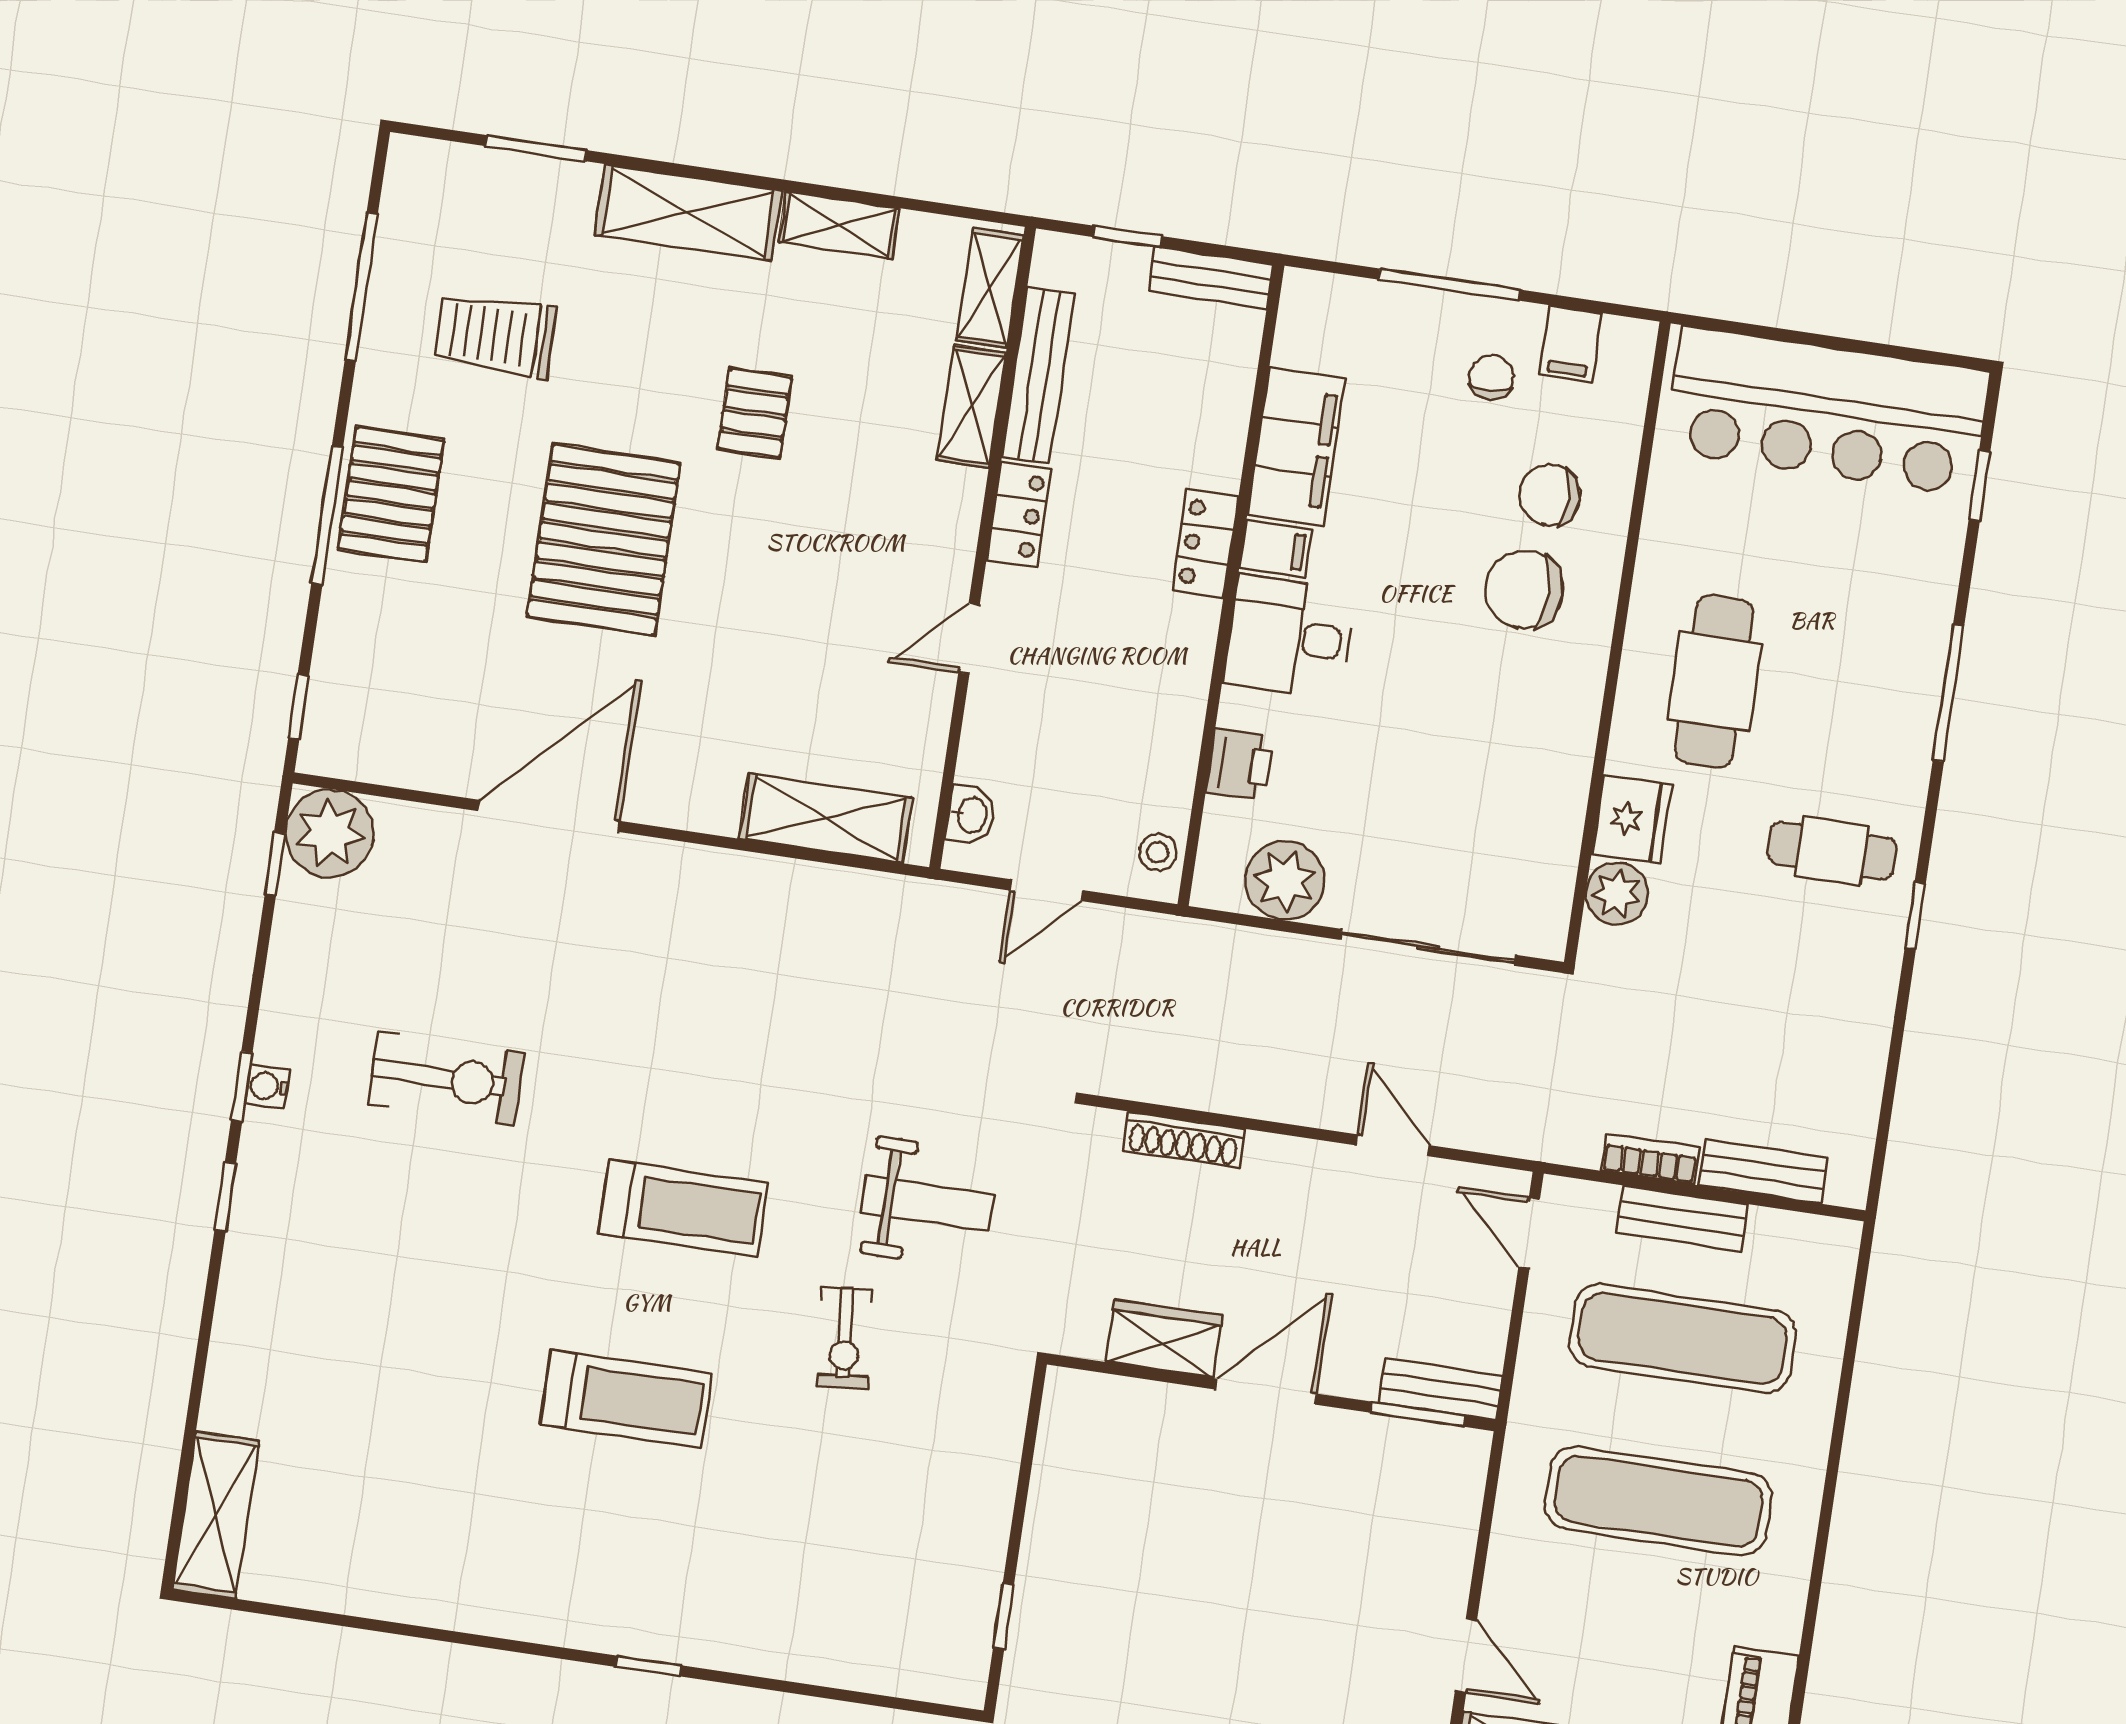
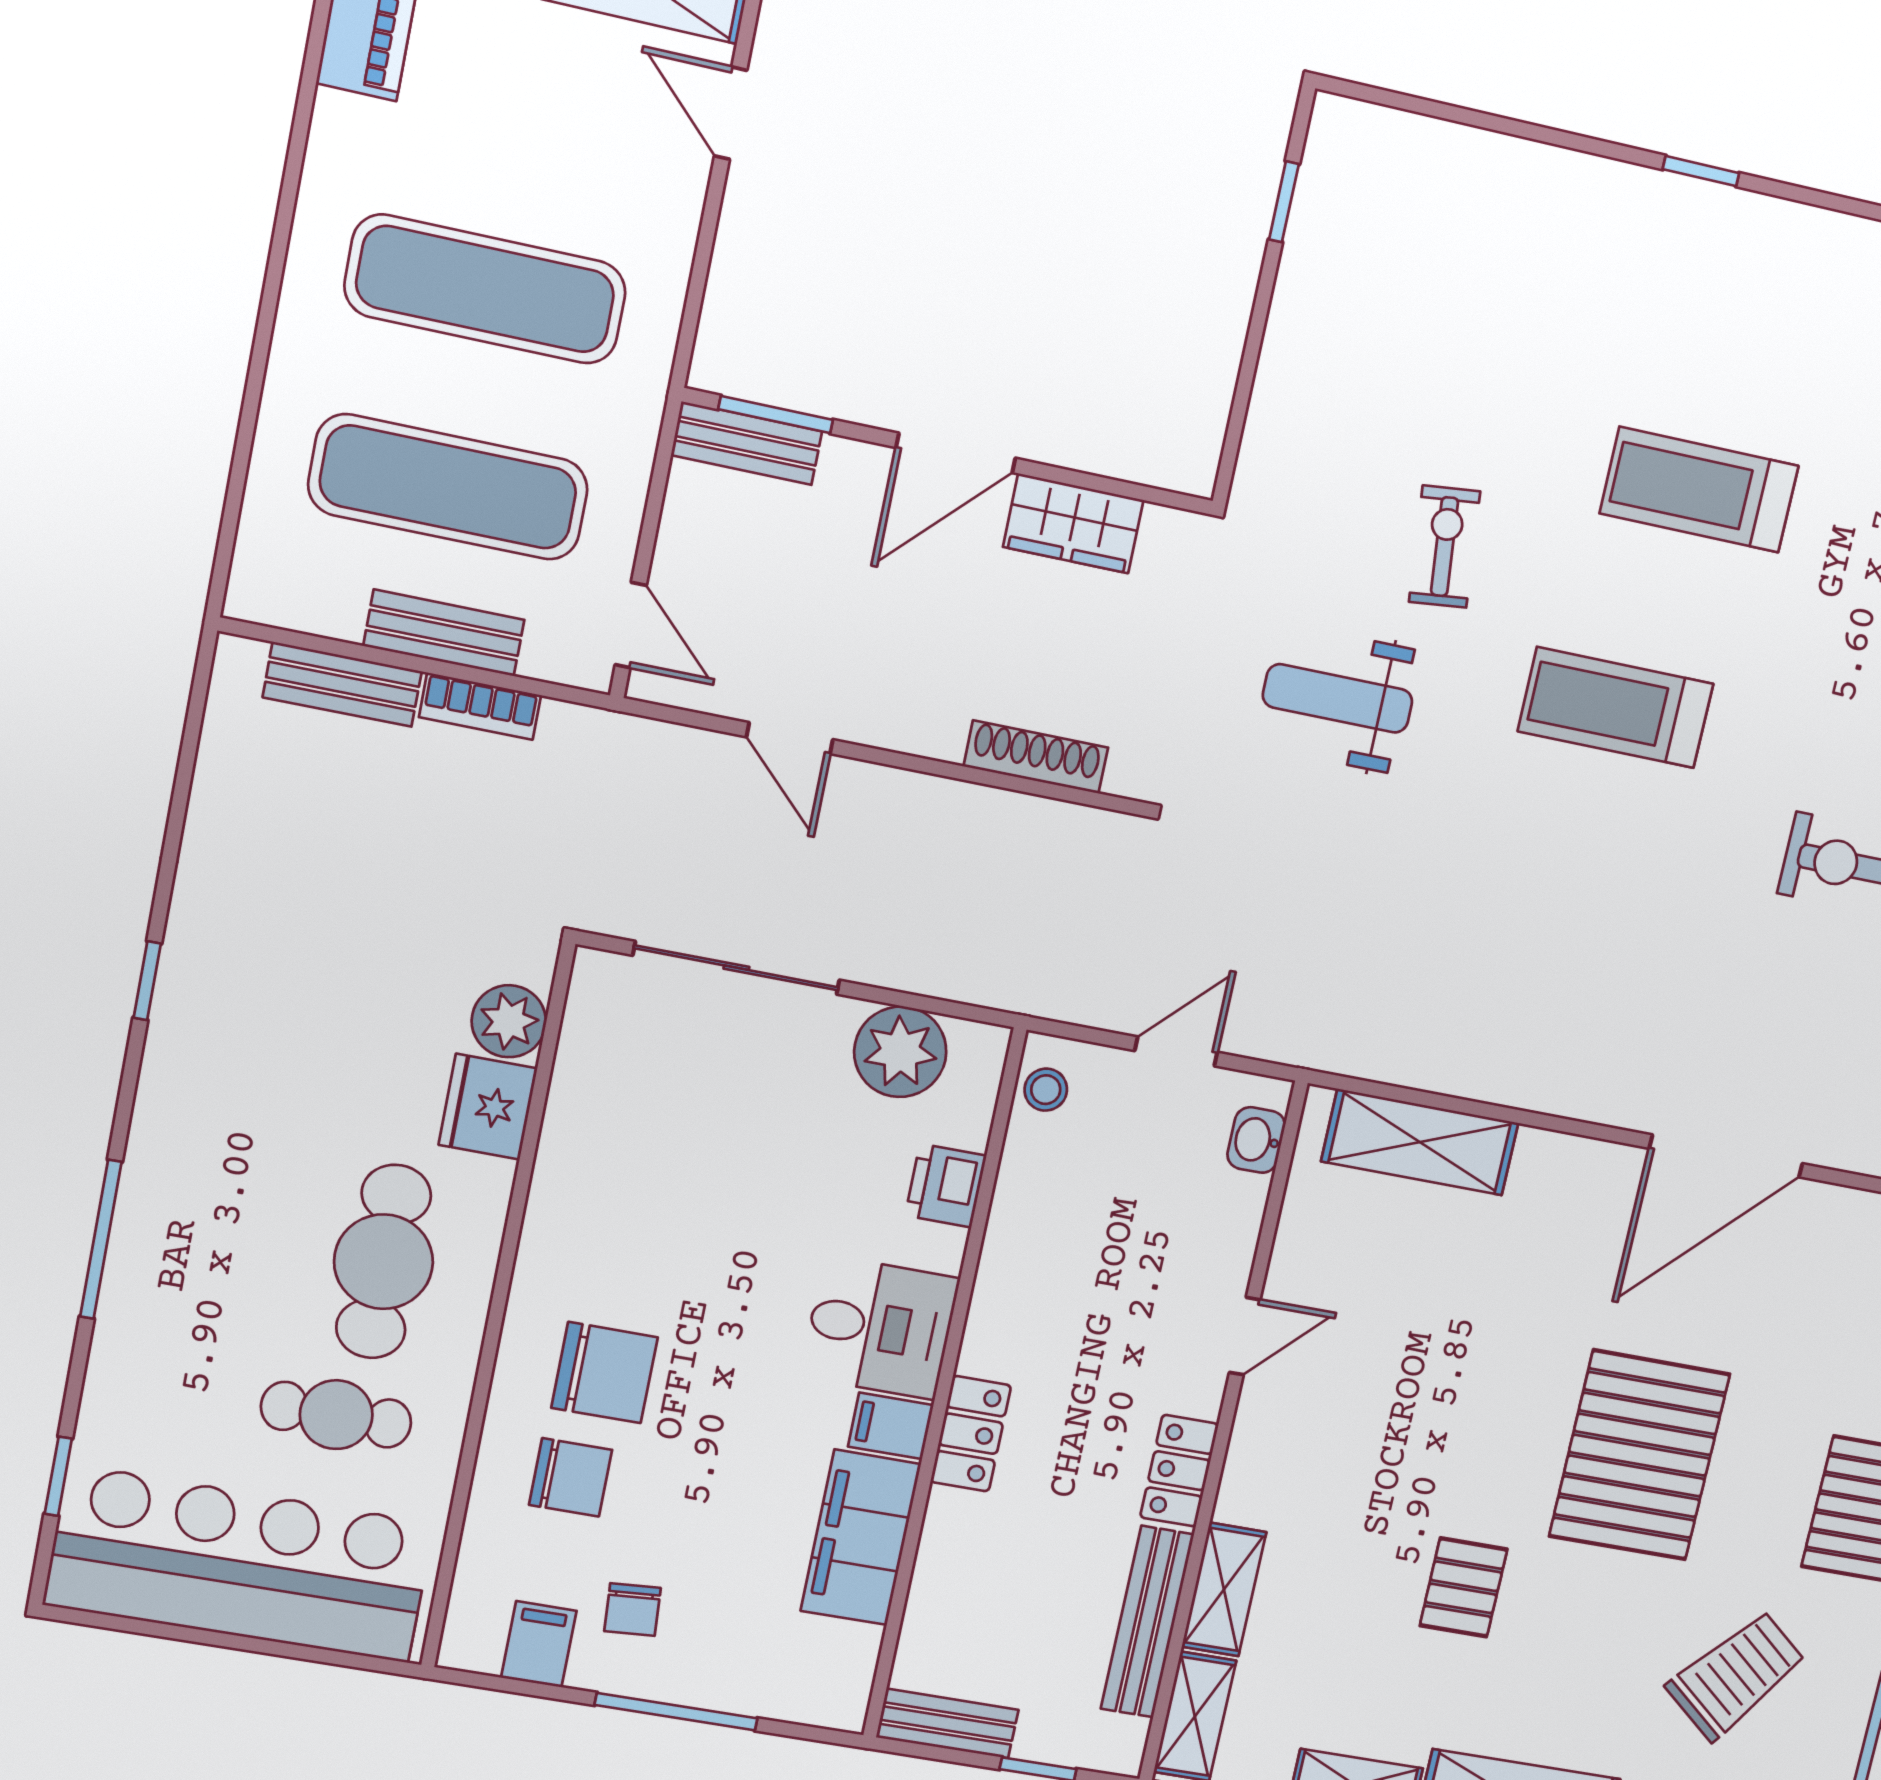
trolley: (496, 335) -> (1736, 1675), turned -51
cafe table: (1832, 851) -> (336, 1415), moved

